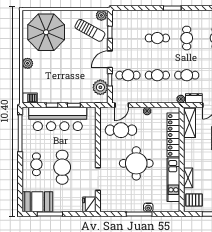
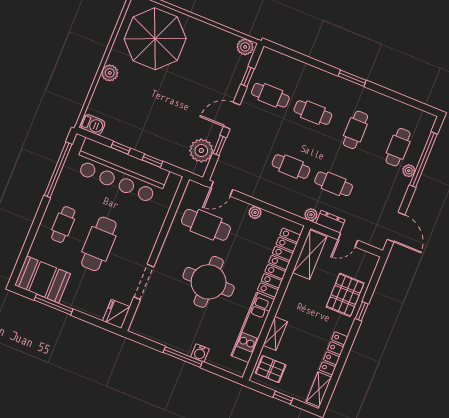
sun lounger: (90, 30) -> (220, 62), removed
cafe table: (128, 75) -> (270, 95), moved

